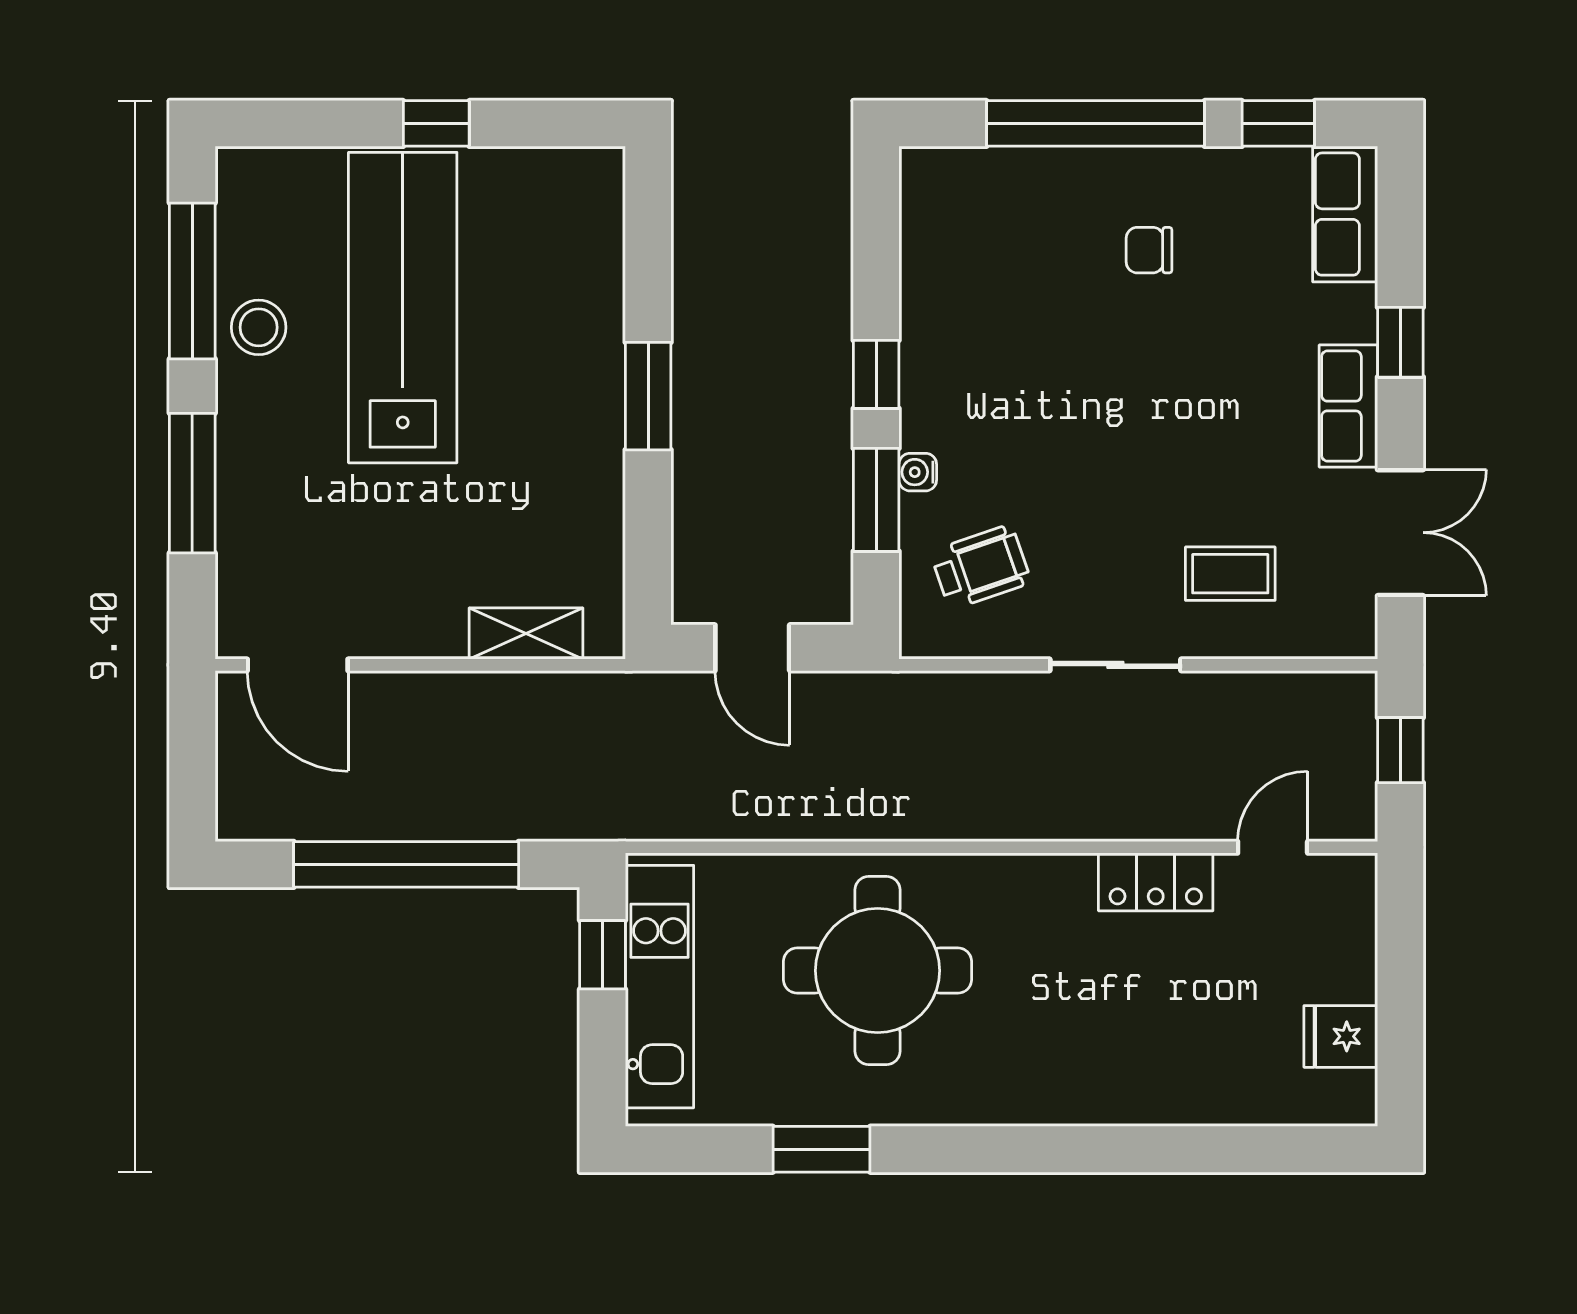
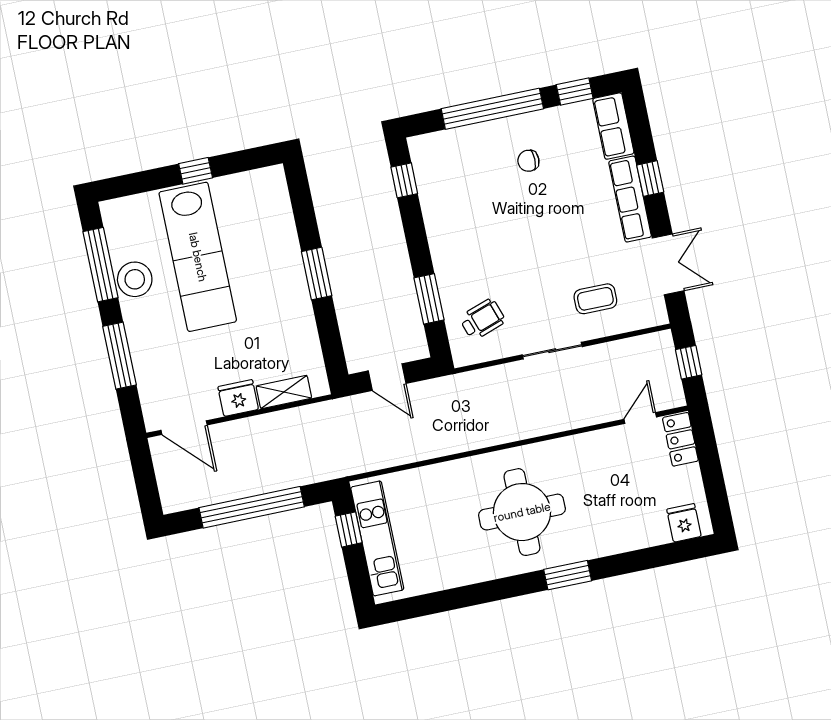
lab bench: (403, 308) -> (198, 257), turned 180
stool: (259, 327) -> (135, 279), width x1.38, depth x1.38
window: (876, 374) -> (404, 180), moved
row of seats: (1348, 406) -> (630, 199), width x1.48
water cooler: (918, 472) -> (445, 282), removed
fridge: (426, 626) -> (238, 398), added
locker: (1156, 882) -> (680, 439), moved, turned 90
round table: (878, 971) -> (522, 512), moved
fridge: (1341, 1036) -> (684, 523), moved, turned 90
window: (821, 1149) -> (568, 575), moved

